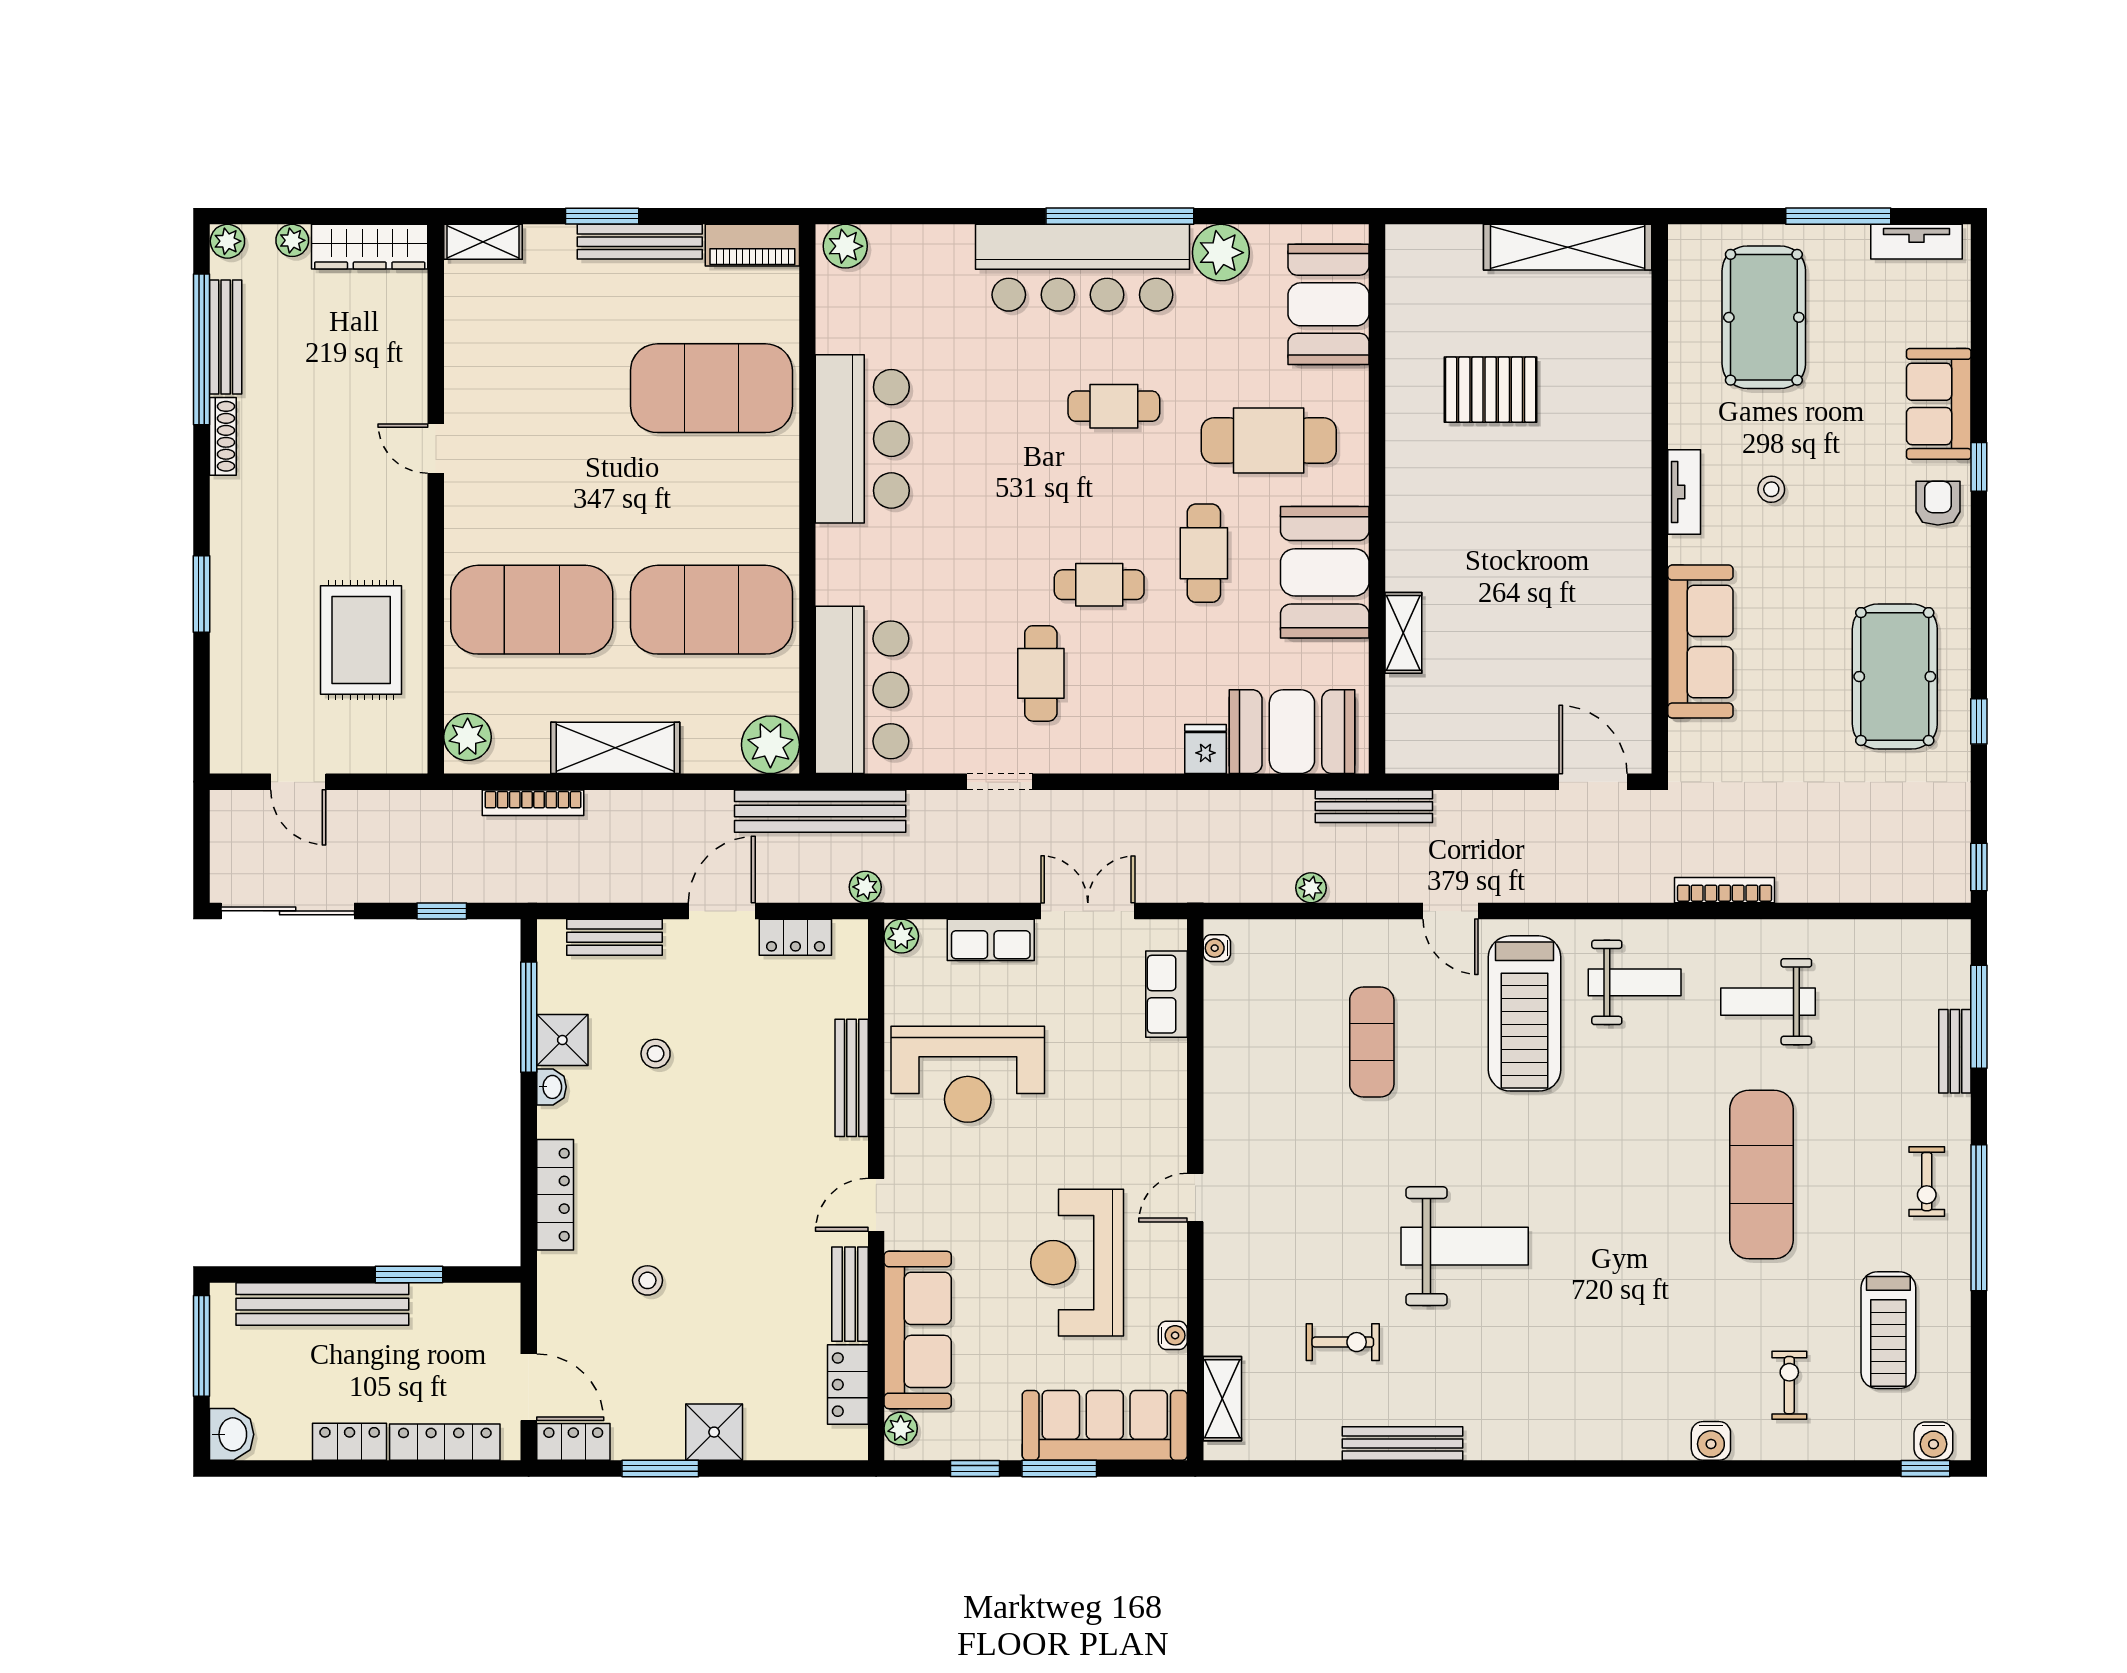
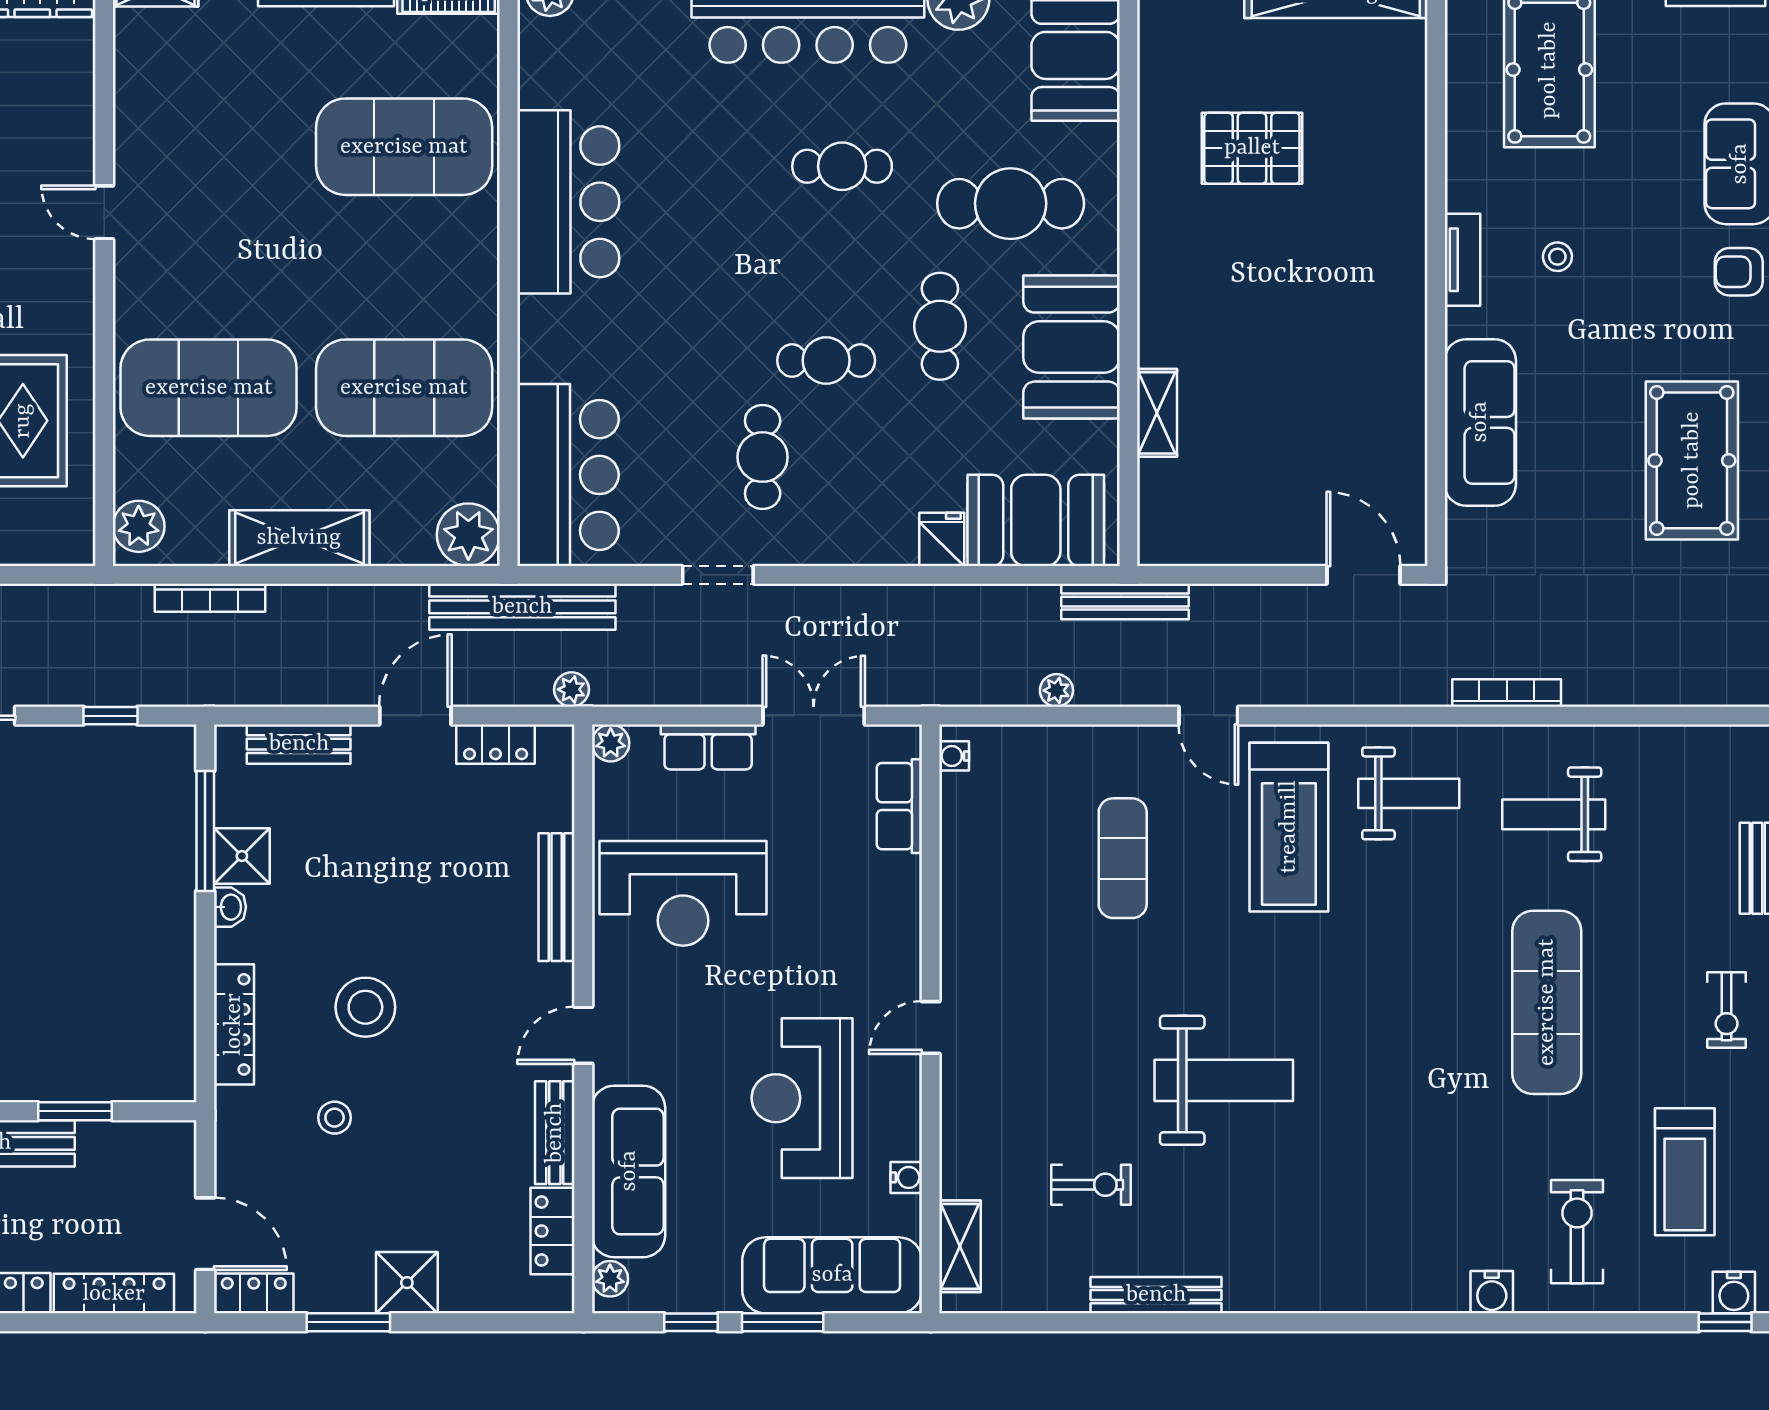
armchair: (1938, 503) -> (1739, 272), turned -90
stool: (656, 1054) -> (365, 1007), moved, width x1.89, depth x1.89
exercise bike: (1789, 1385) -> (1577, 1232), width x1.38, depth x1.39

